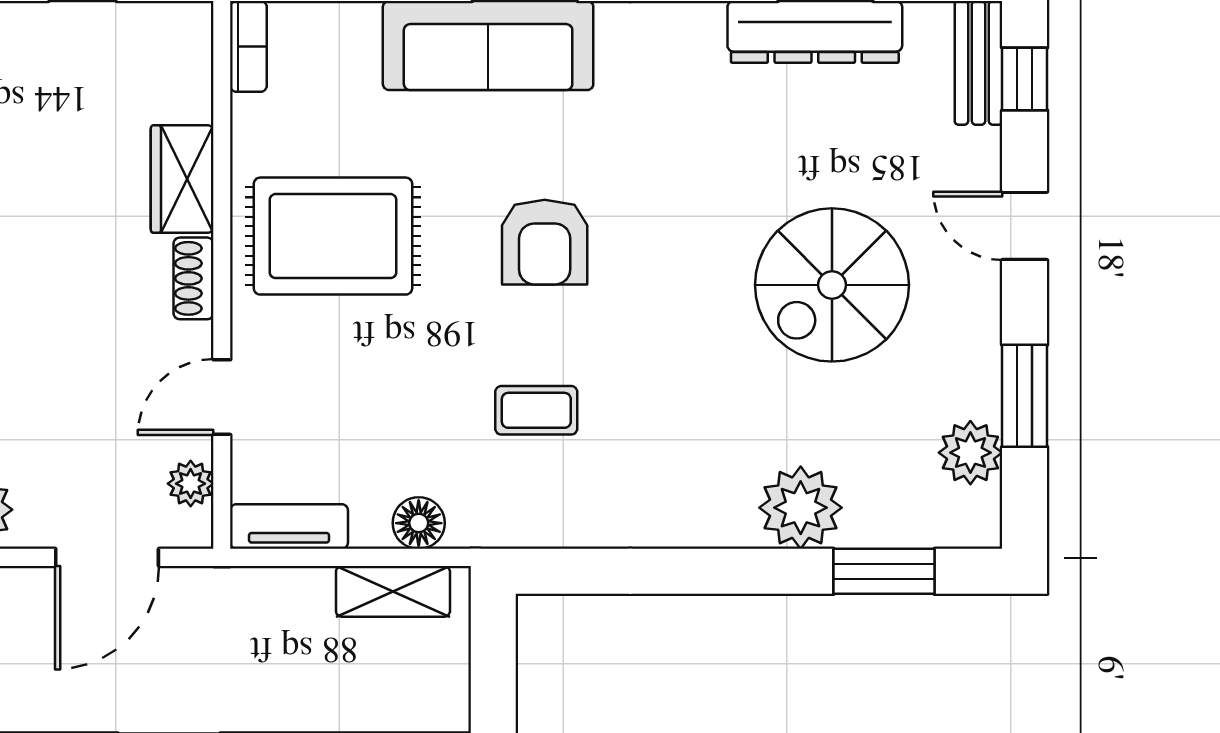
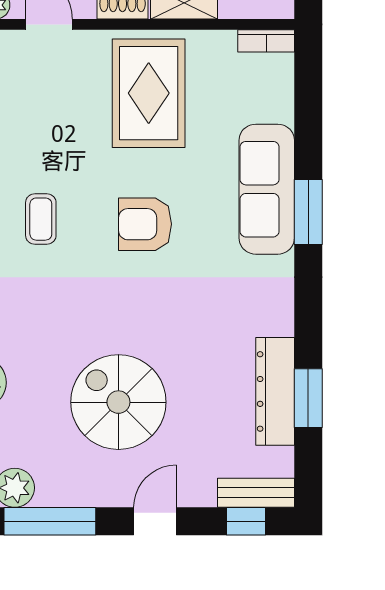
window: (1025, 396) -> (50, 521), width x1.44

